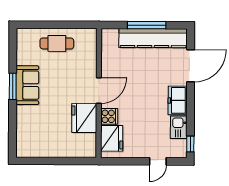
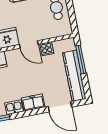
window: (147, 25) -> (81, 59), moved
cooker: (109, 116) -> (47, 49), moved

